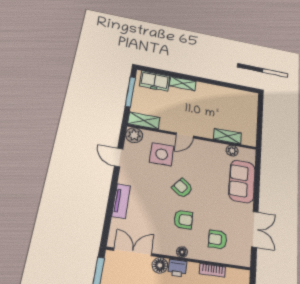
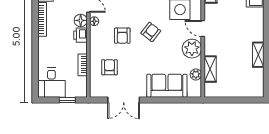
shelving: (183, 84) -> (258, 55), moved
plant: (205, 150) -> (192, 49), added
floor lamp: (182, 252) -> (94, 21), moved

